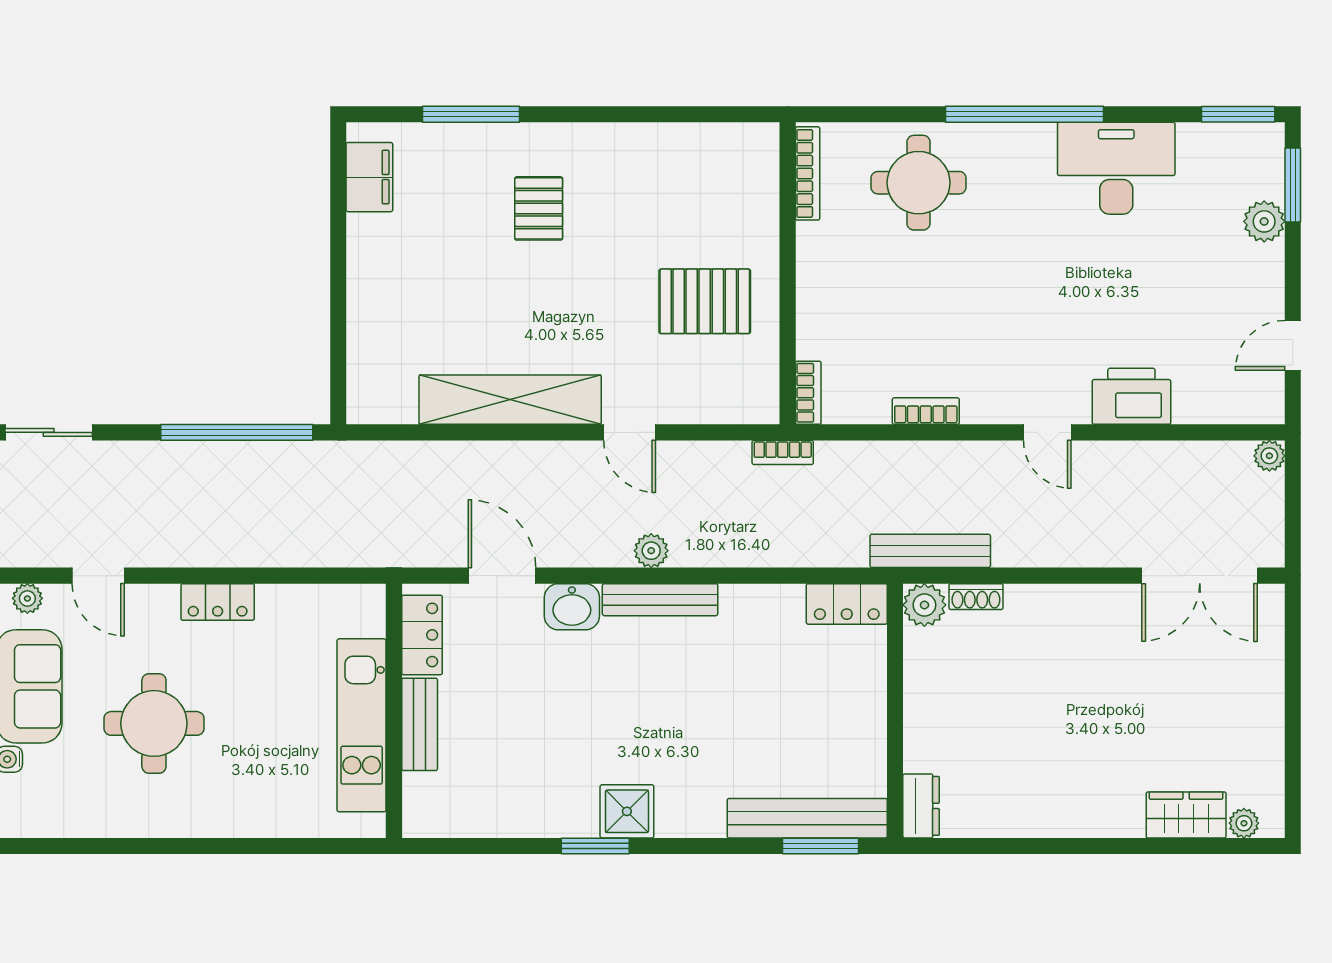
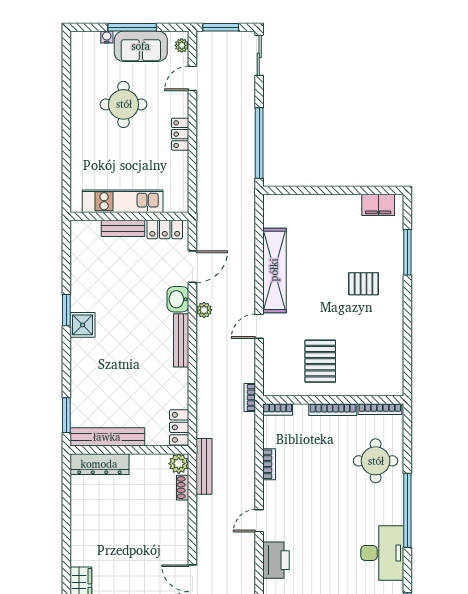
bookcase: (809, 275) -> (333, 410), added
plant: (651, 551) -> (204, 310), moved
dresser: (921, 806) -> (99, 464), width x1.96, depth x1.24
bench: (807, 818) -> (107, 437), moved, turned 90

